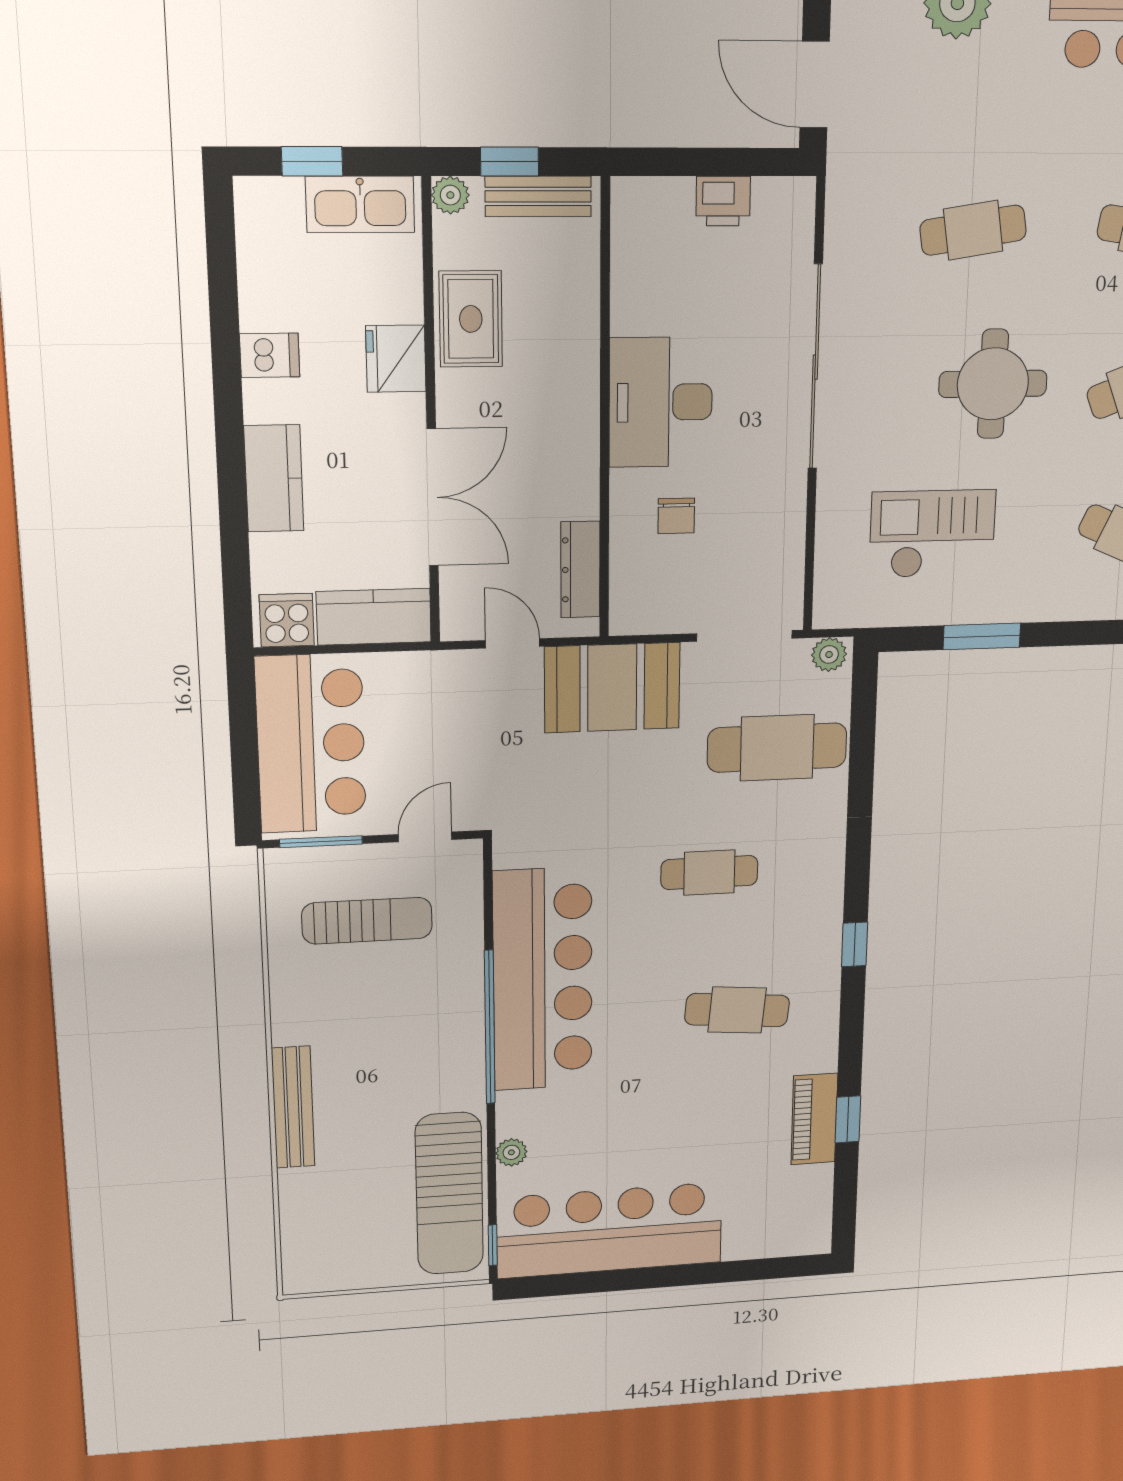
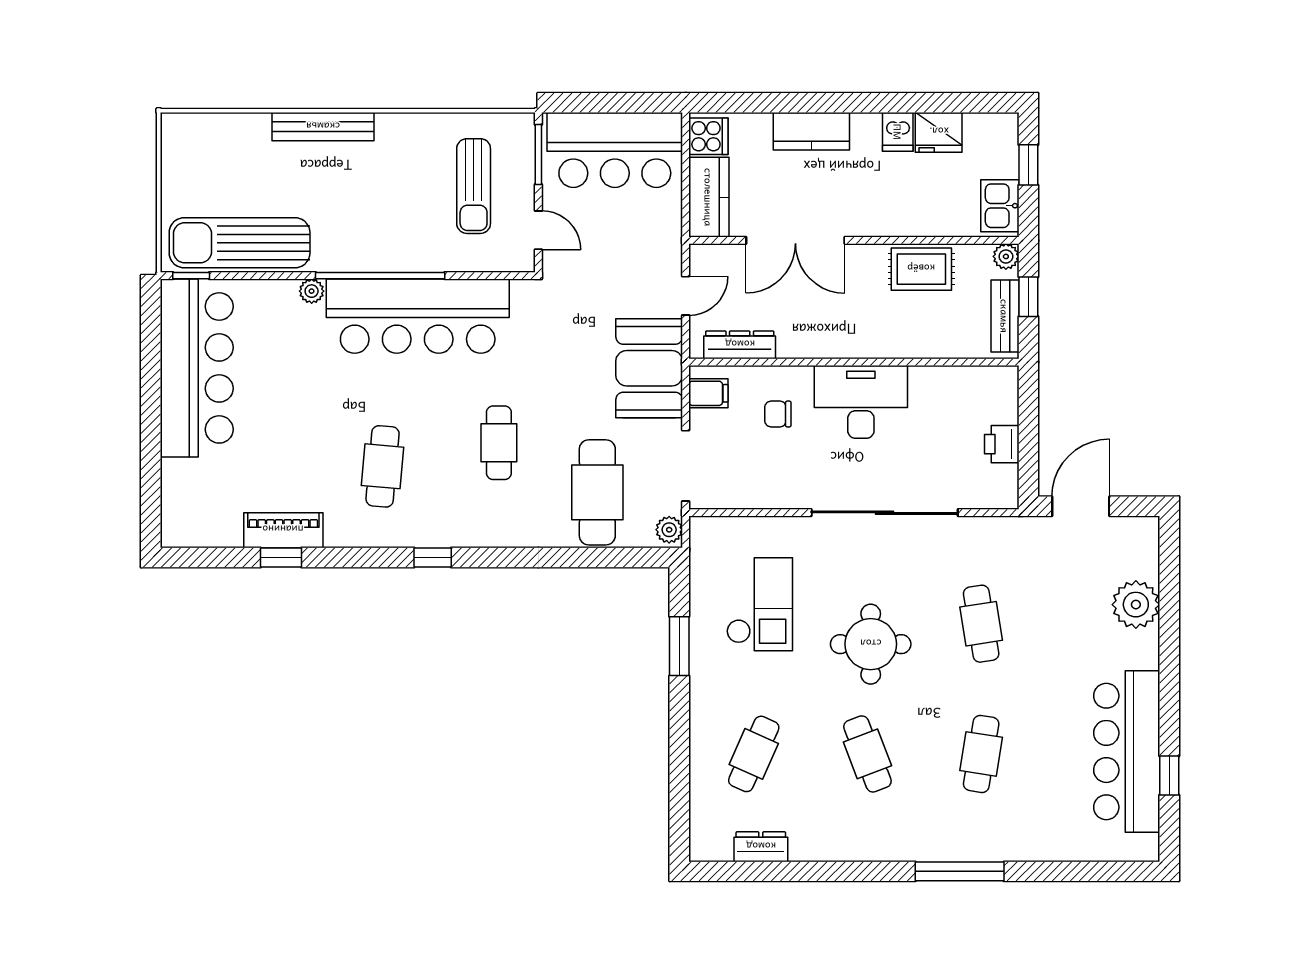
kitchen sink: (360, 204) -> (1000, 206), width x0.73
fridge: (396, 359) -> (939, 132), moved, turned 180
filing cabinet: (647, 609) -> (708, 393), added
plant: (511, 1152) -> (312, 291), moved

